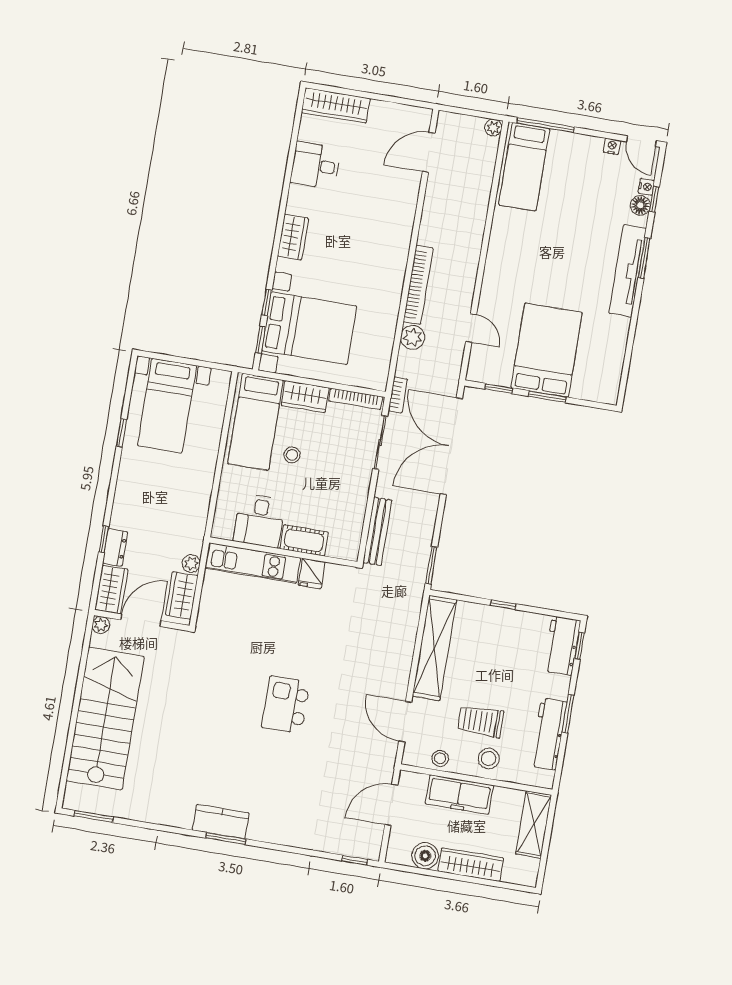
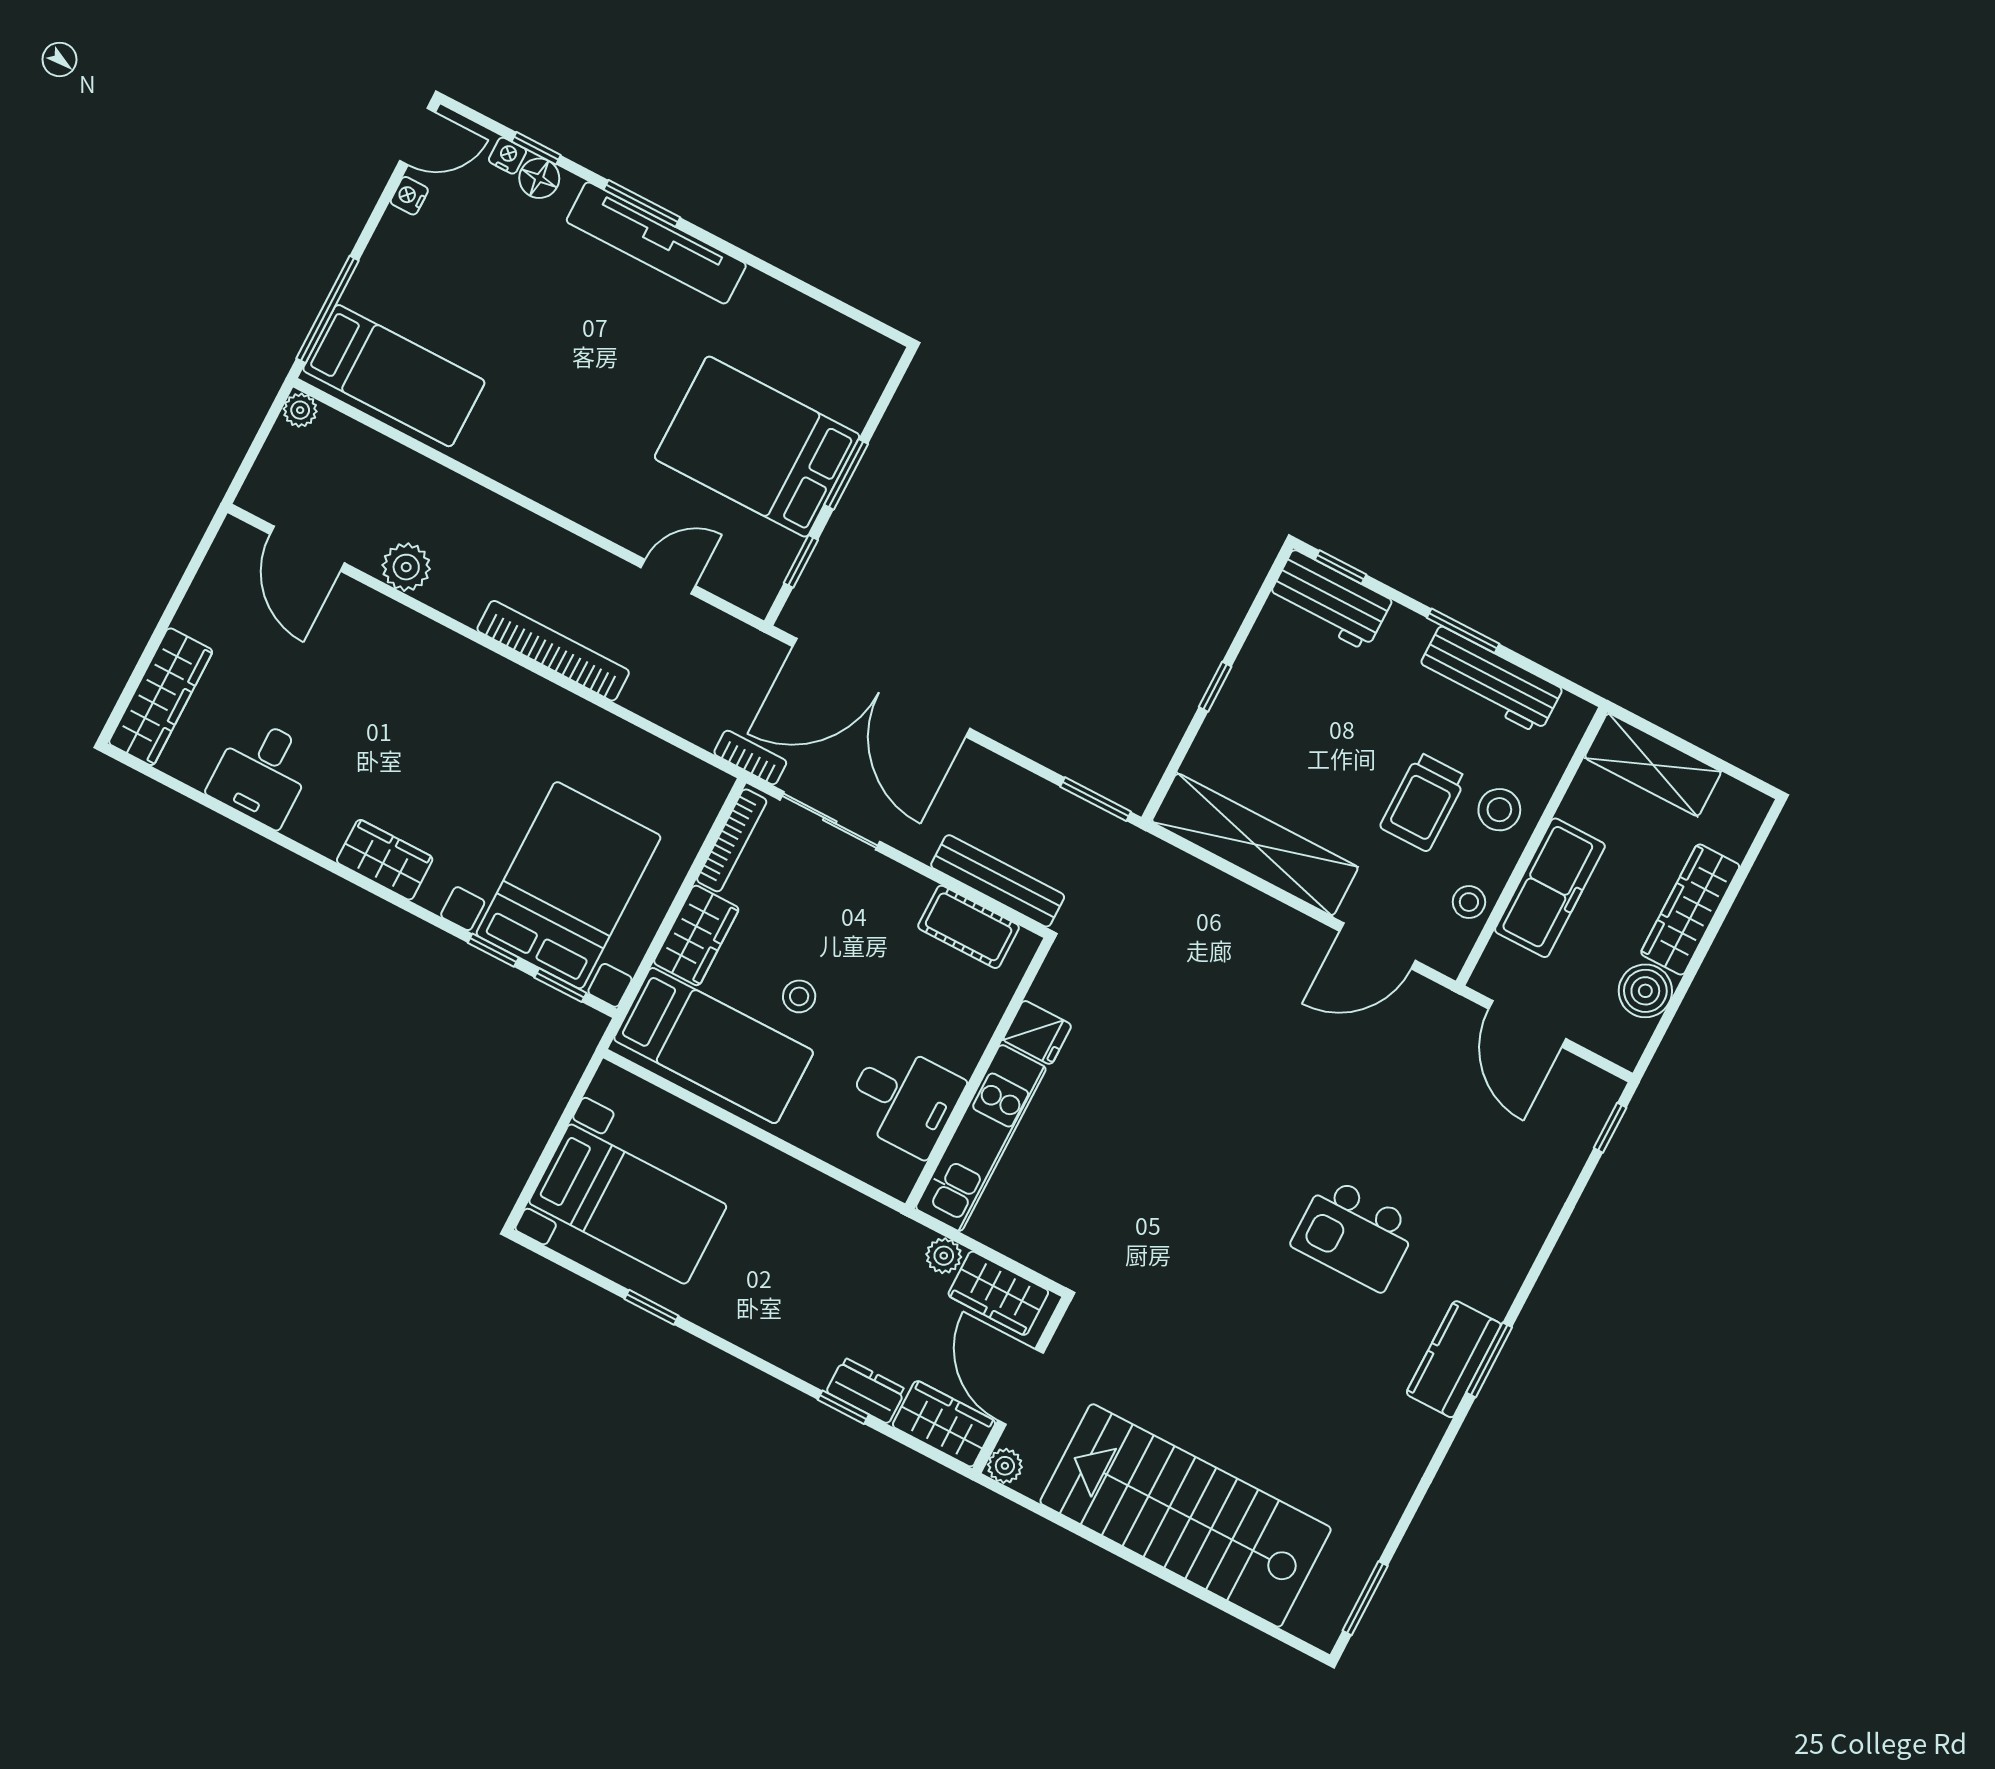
plant: (413, 337) -> (406, 567), moved
cot: (304, 540) -> (969, 927), moved, turned 90
kitchen island: (286, 705) -> (1354, 1234), moved

